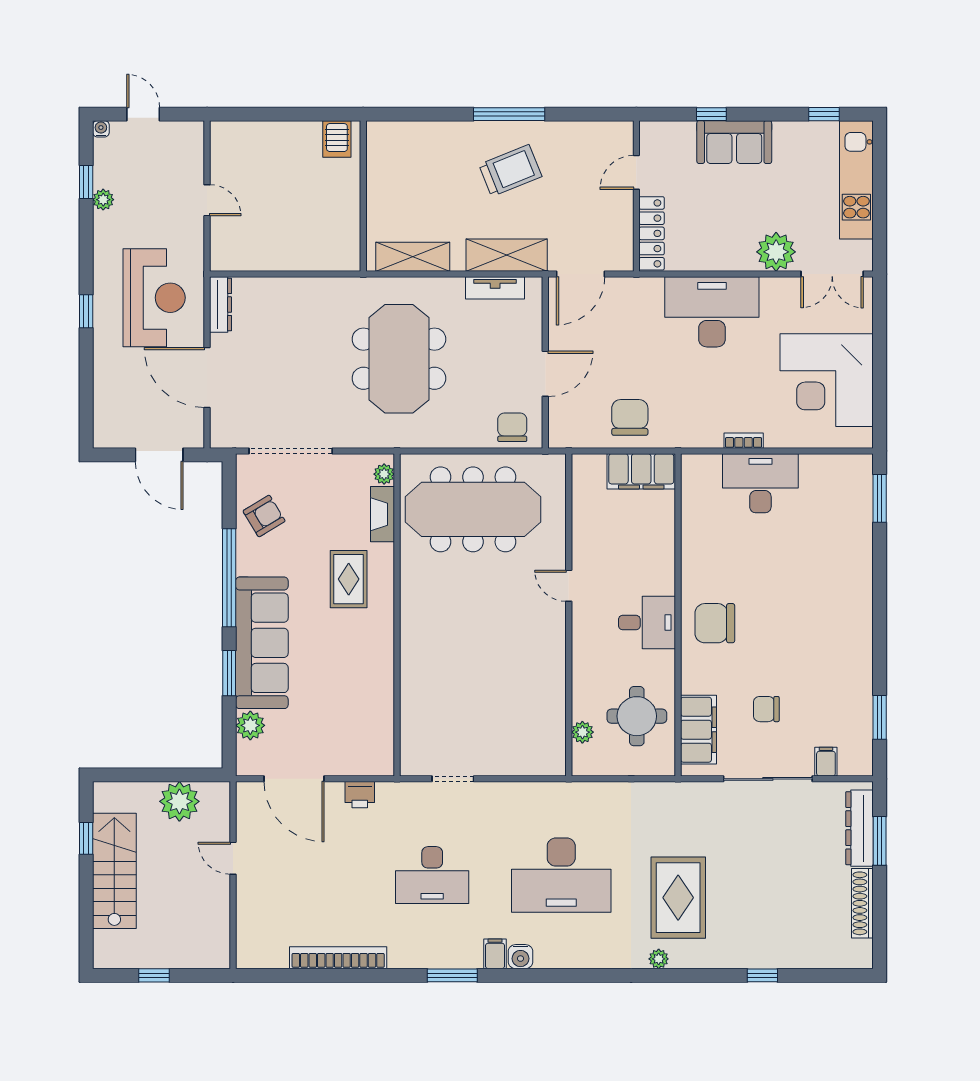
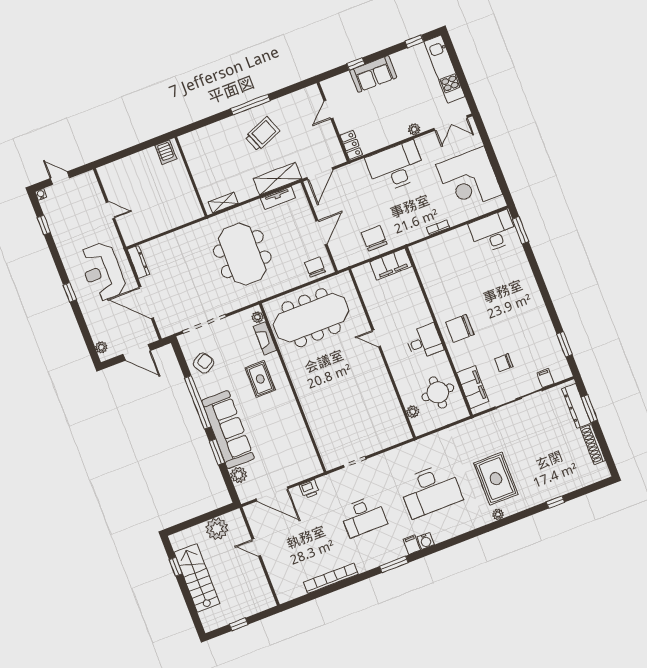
plant: (103, 200) -> (101, 347), moved
locker: (652, 233) -> (351, 145), width x0.66
plant: (776, 252) -> (414, 129), width x0.53, depth x0.53
shelving: (413, 257) -> (223, 203), width x0.67, depth x0.75
reception desk: (154, 298) -> (103, 272), turned 180
desk: (760, 483) -> (493, 232), moved

